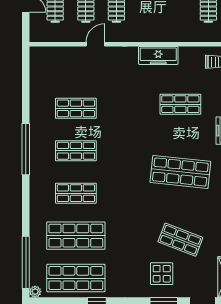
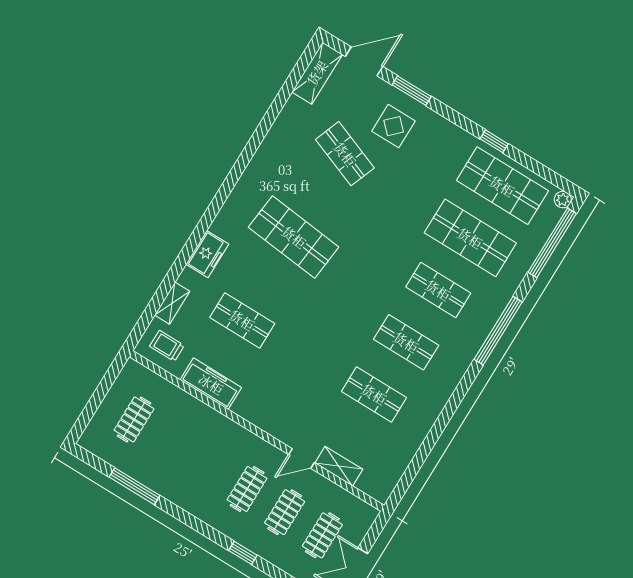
shelving: (71, 53) -> (339, 466), added
freezer: (158, 55) -> (211, 384), moved
window: (26, 149) -> (498, 331), moved

